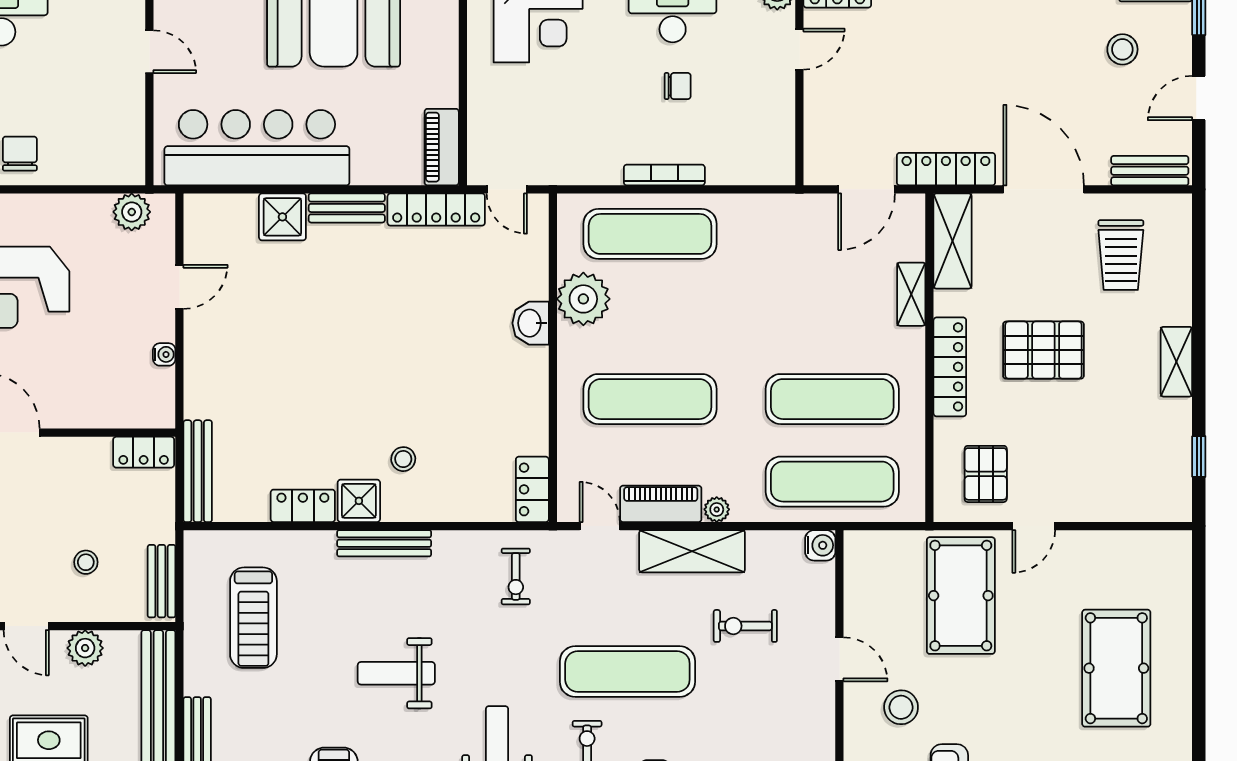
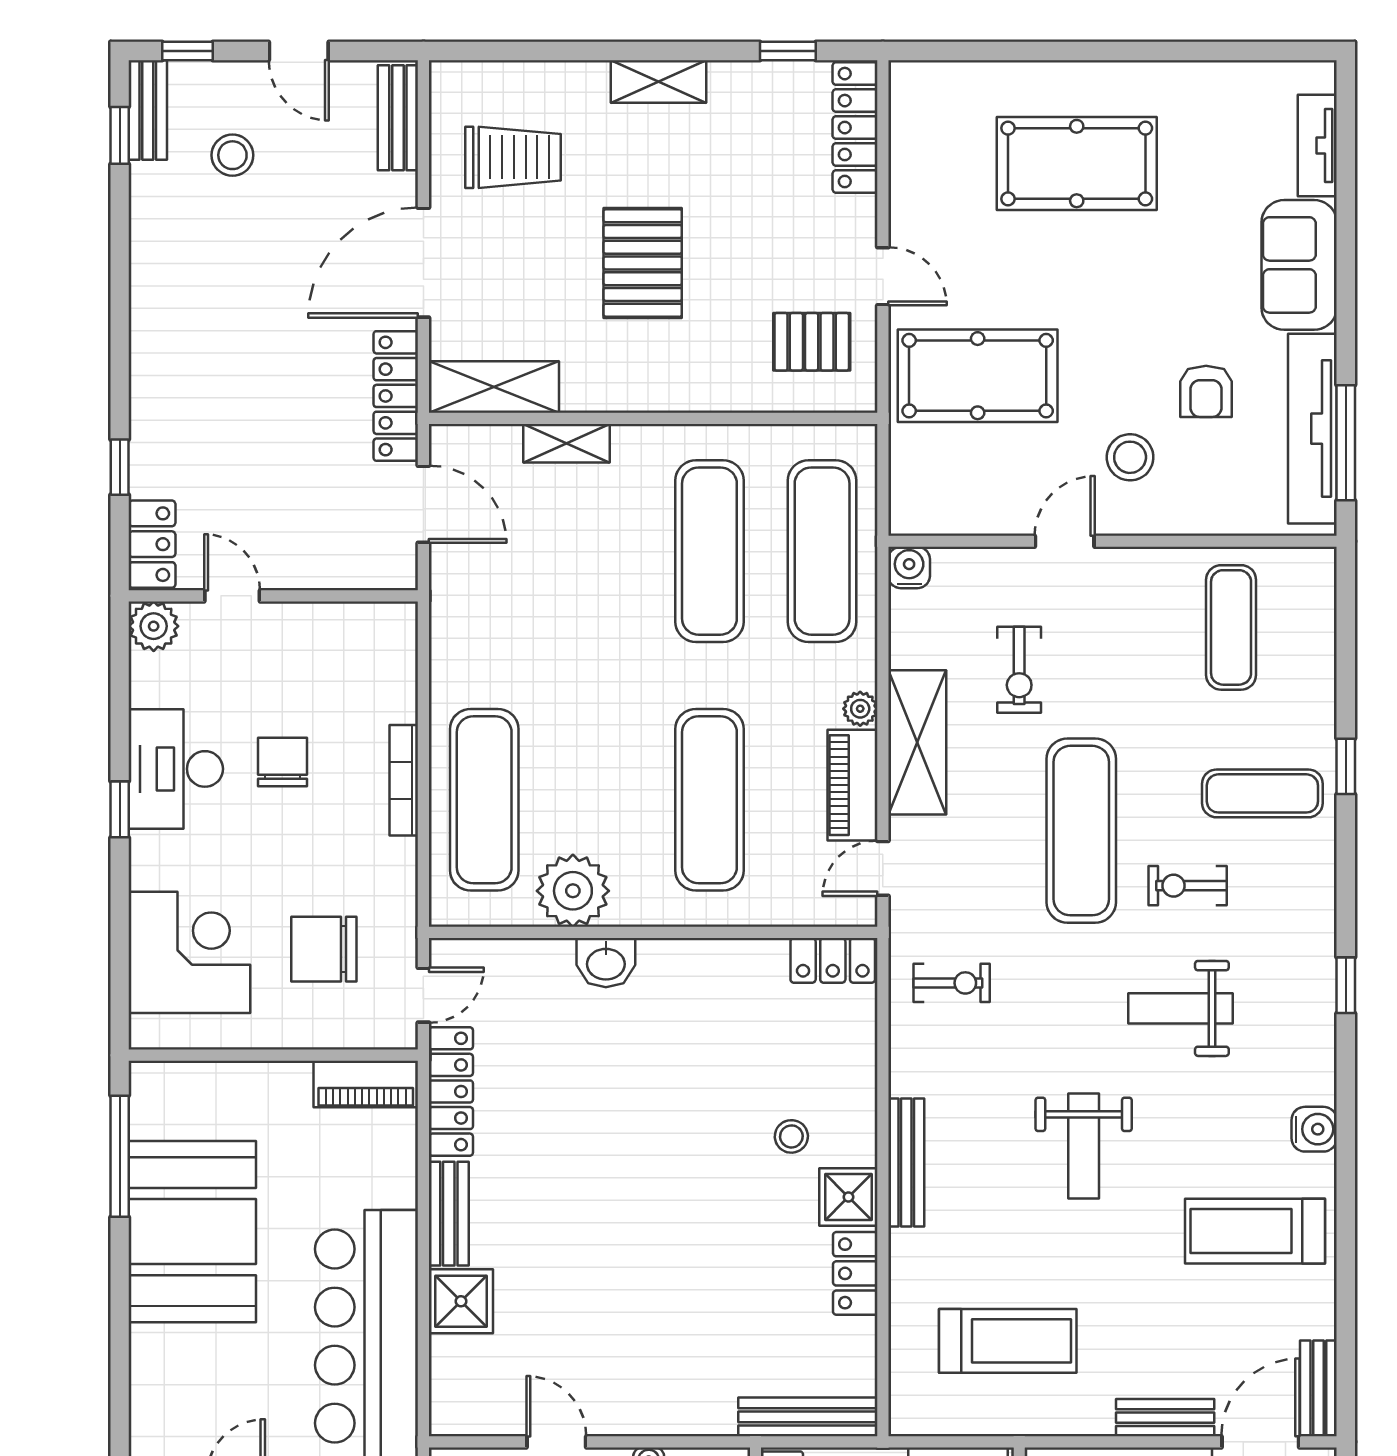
chair: (678, 86) -> (282, 762), width x1.37, depth x1.37
chair: (541, 116) -> (324, 949), added
locker: (950, 367) -> (855, 128), moved, turned -90

